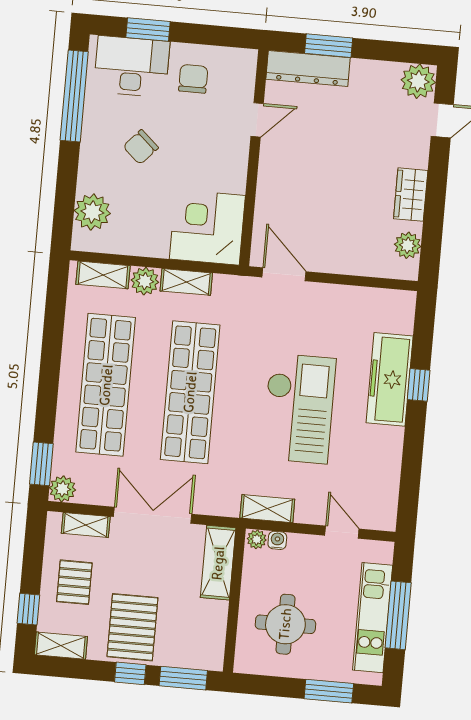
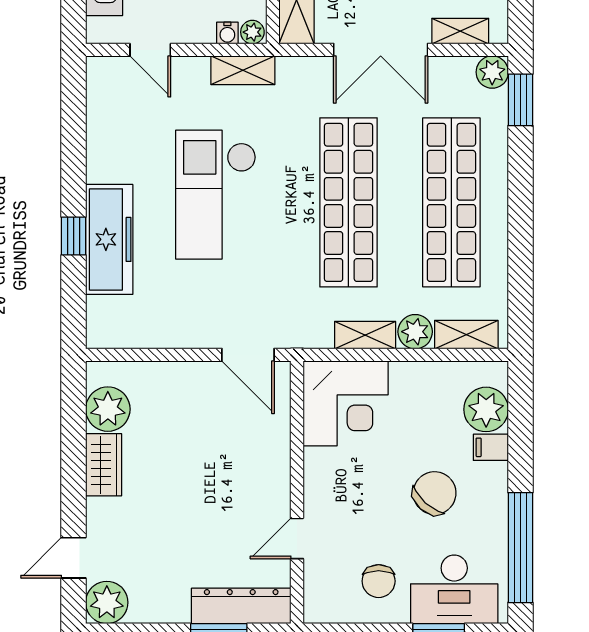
chair: (141, 147) -> (435, 493), width x1.37, depth x1.37
filing cabinet: (91, 181) -> (491, 447), added
plant: (408, 245) -> (108, 409), width x1.36, depth x1.36

